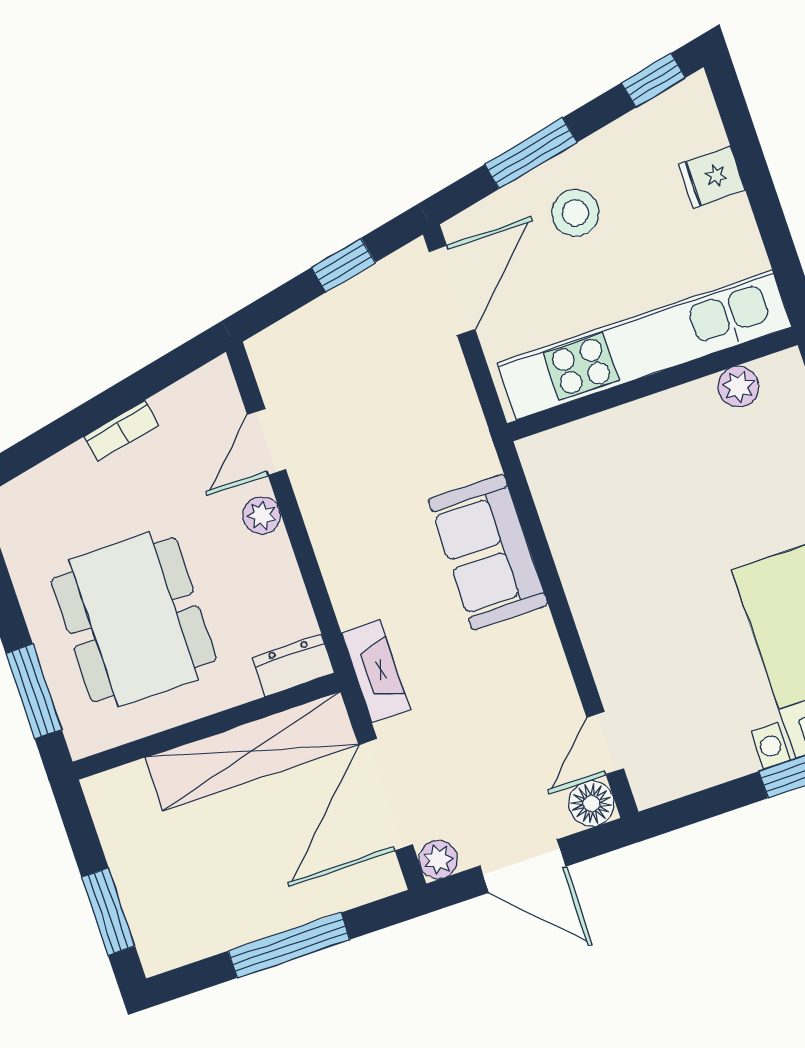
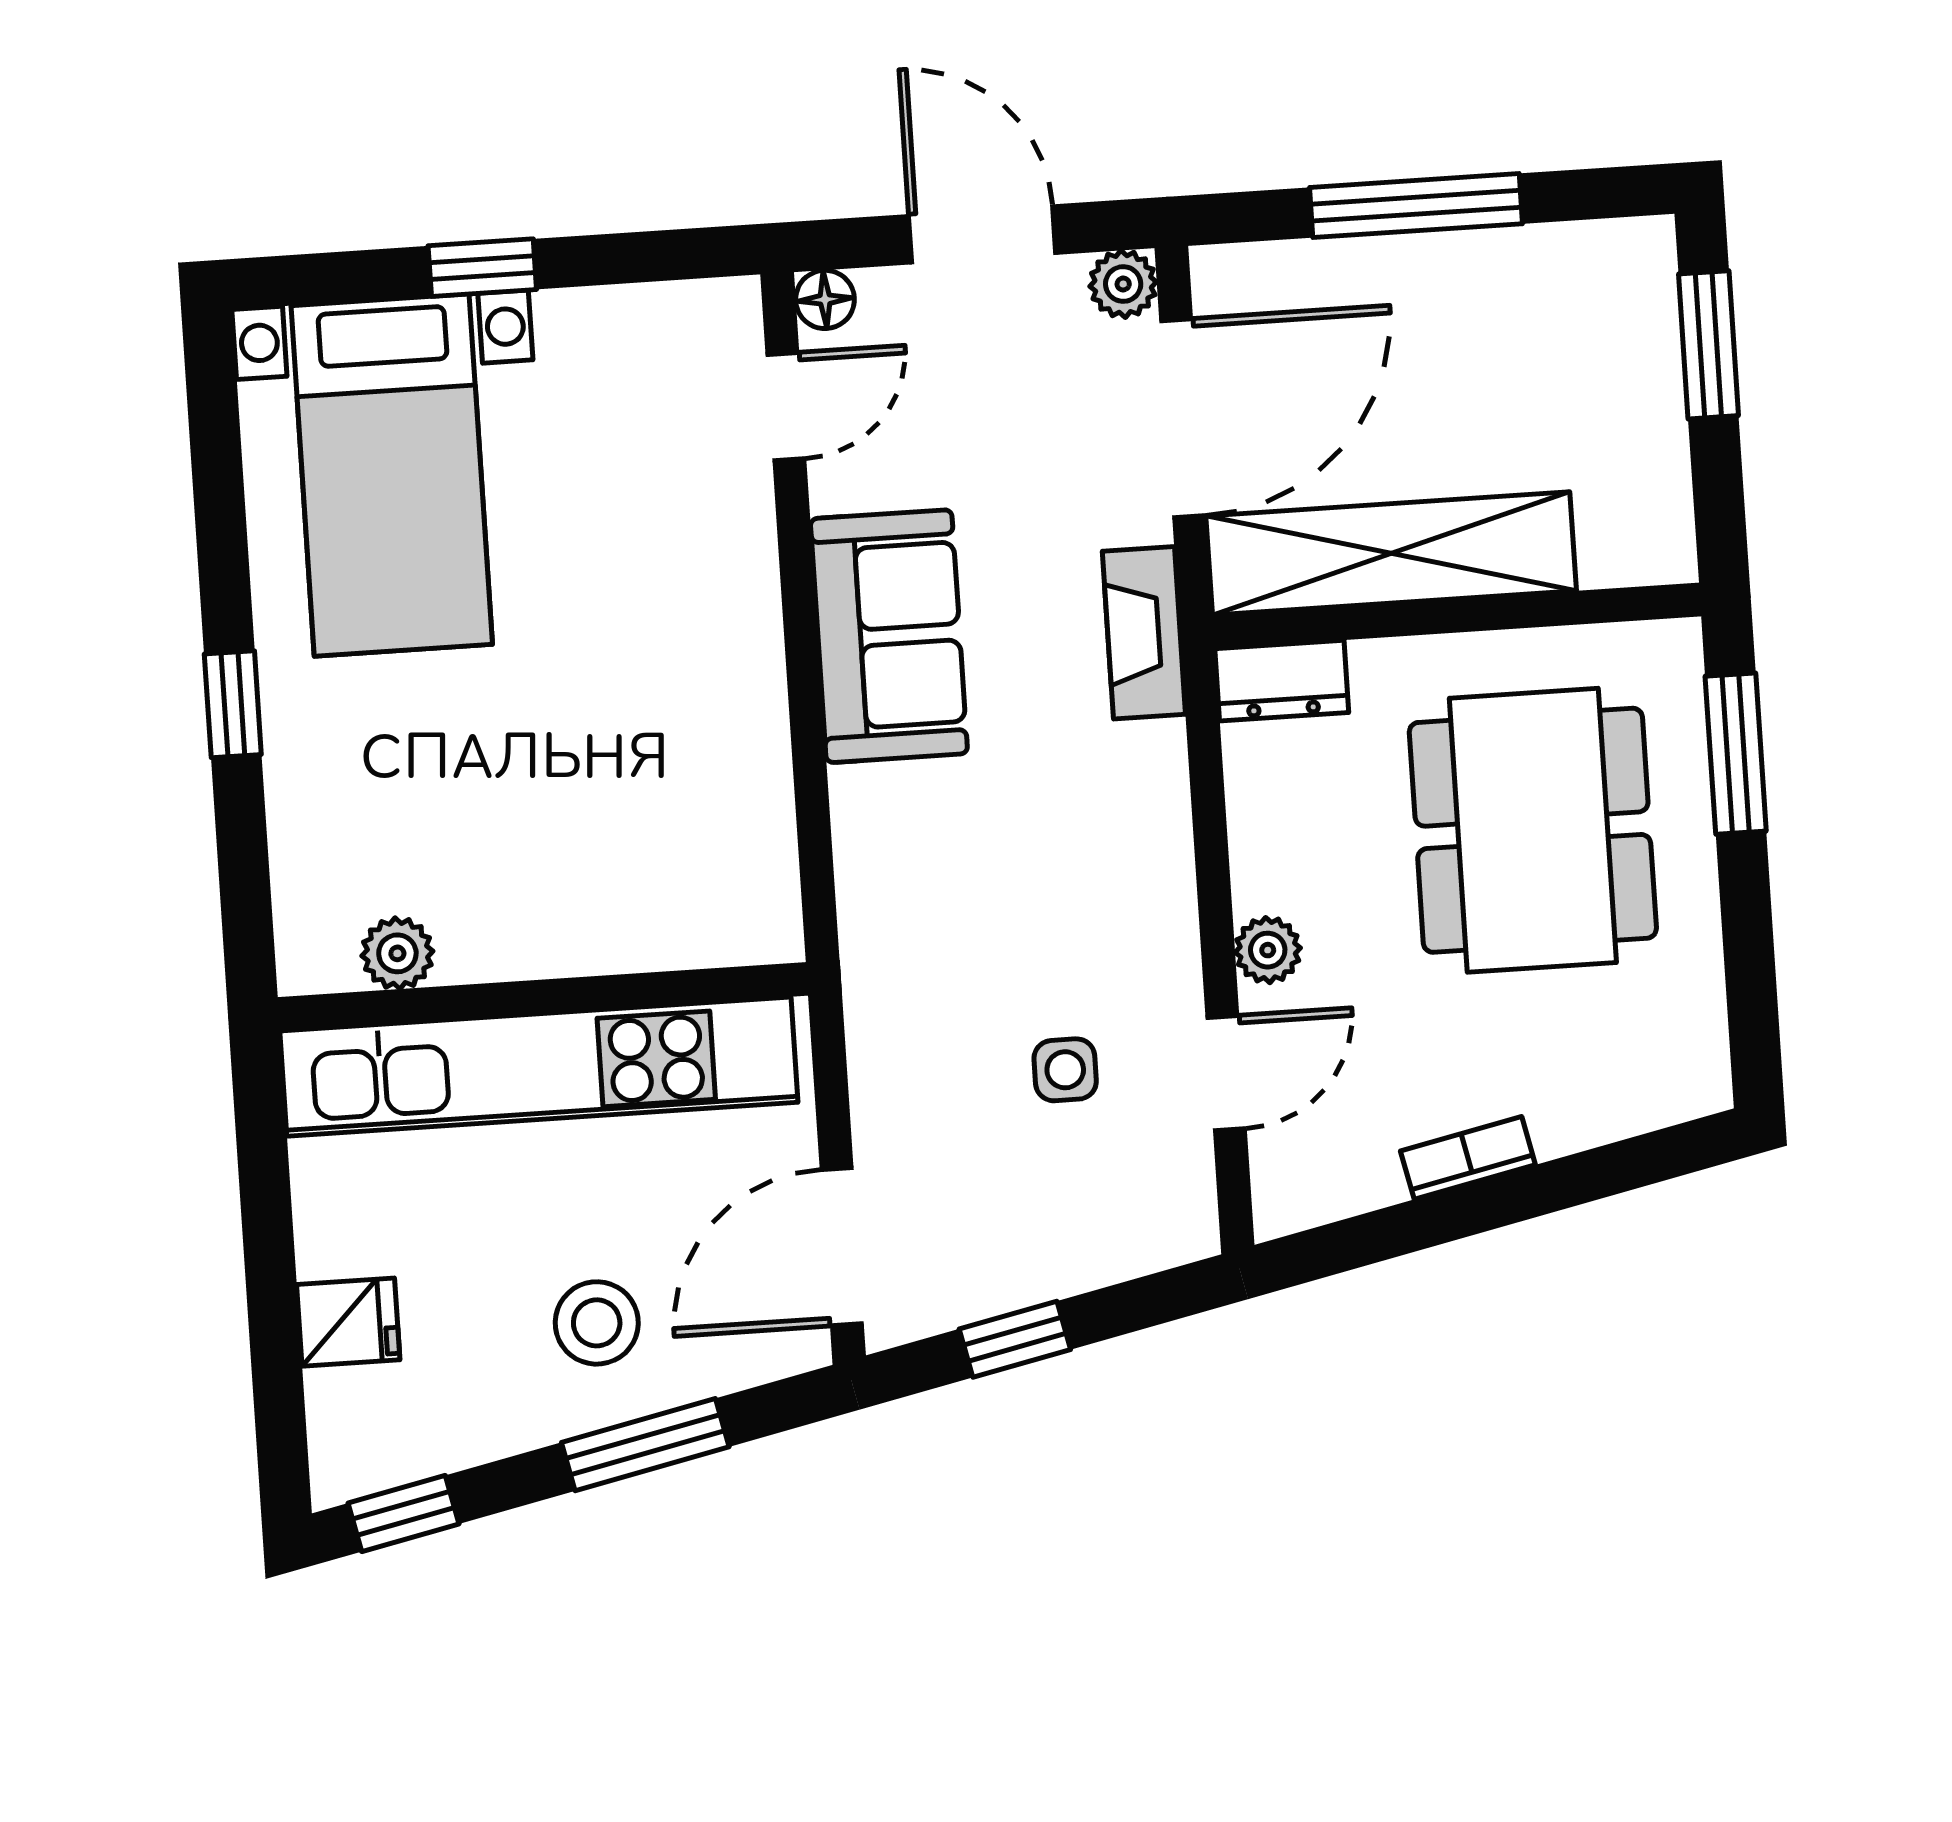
side table: (355, 420) -> (1065, 1070), added
sofa: (488, 552) -> (889, 636), moved
floor lamp: (592, 804) -> (825, 299), width x0.73, depth x0.73

